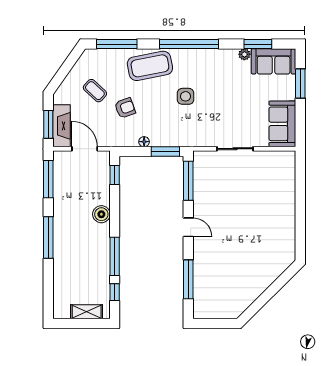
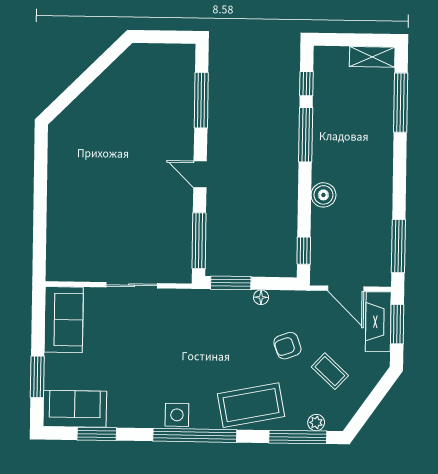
plant: (244, 54) -> (316, 423), moved
side table: (186, 96) -> (177, 415), moved
window: (48, 238) -> (401, 103), moved
shelving: (87, 312) -> (372, 57), moved

